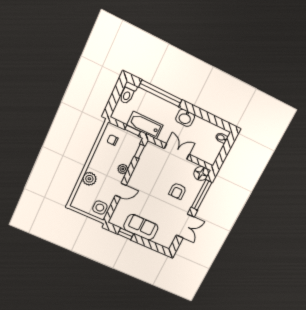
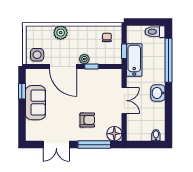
window: (139, 151) -> (92, 66), moved
door: (121, 190) -> (63, 66), width x1.88
armchair: (178, 191) -> (87, 120), turned 180

